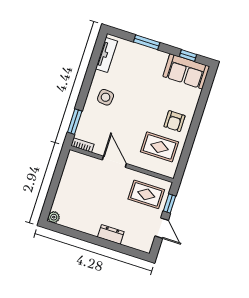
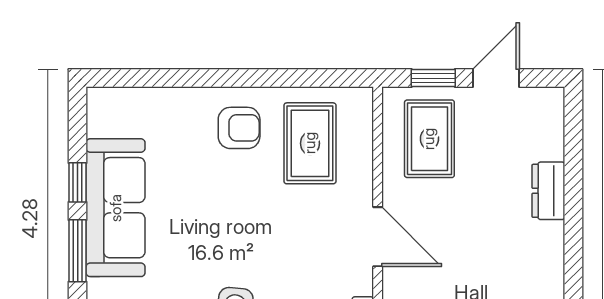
window: (188, 56) -> (78, 182), moved
sofa: (186, 71) -> (116, 208), moved, width x1.36
door: (114, 162) -> (378, 237), swing flipped

